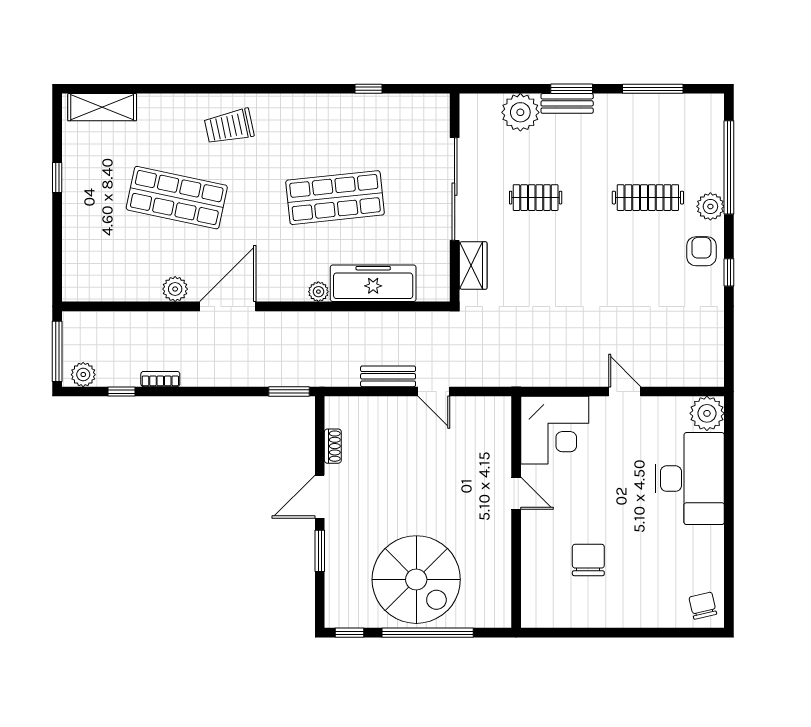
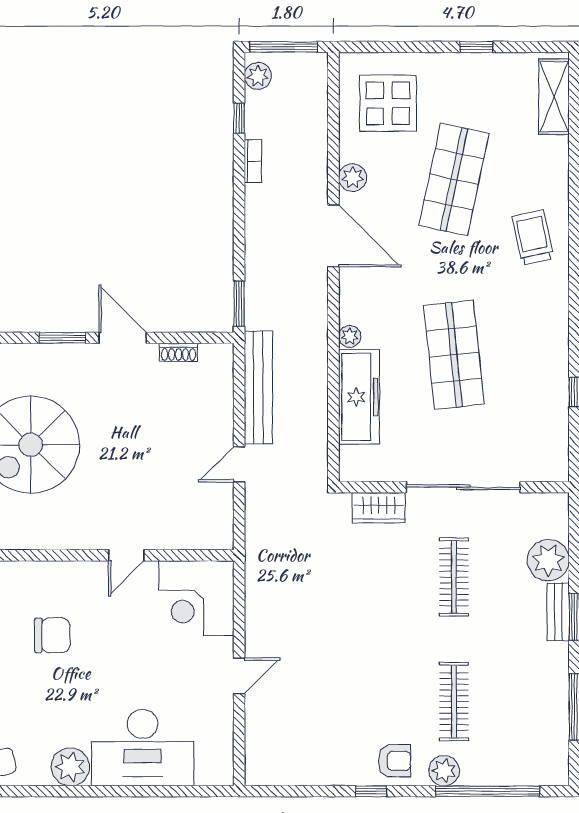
clothes rail: (536, 198) -> (454, 577), width x1.36
display table: (108, 257) -> (388, 103), added
bench: (388, 376) -> (258, 387), width x1.86, depth x1.21
plant: (707, 413) -> (70, 767), moved

